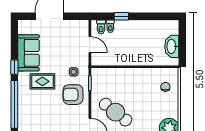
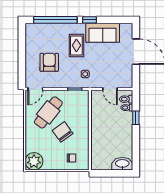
door: (90, 45) -> (110, 89), hinge flipped
washbasin: (172, 46) -> (122, 164), moved
armchair: (73, 95) -> (49, 62), moved
chair: (137, 97) -> (63, 132), added

